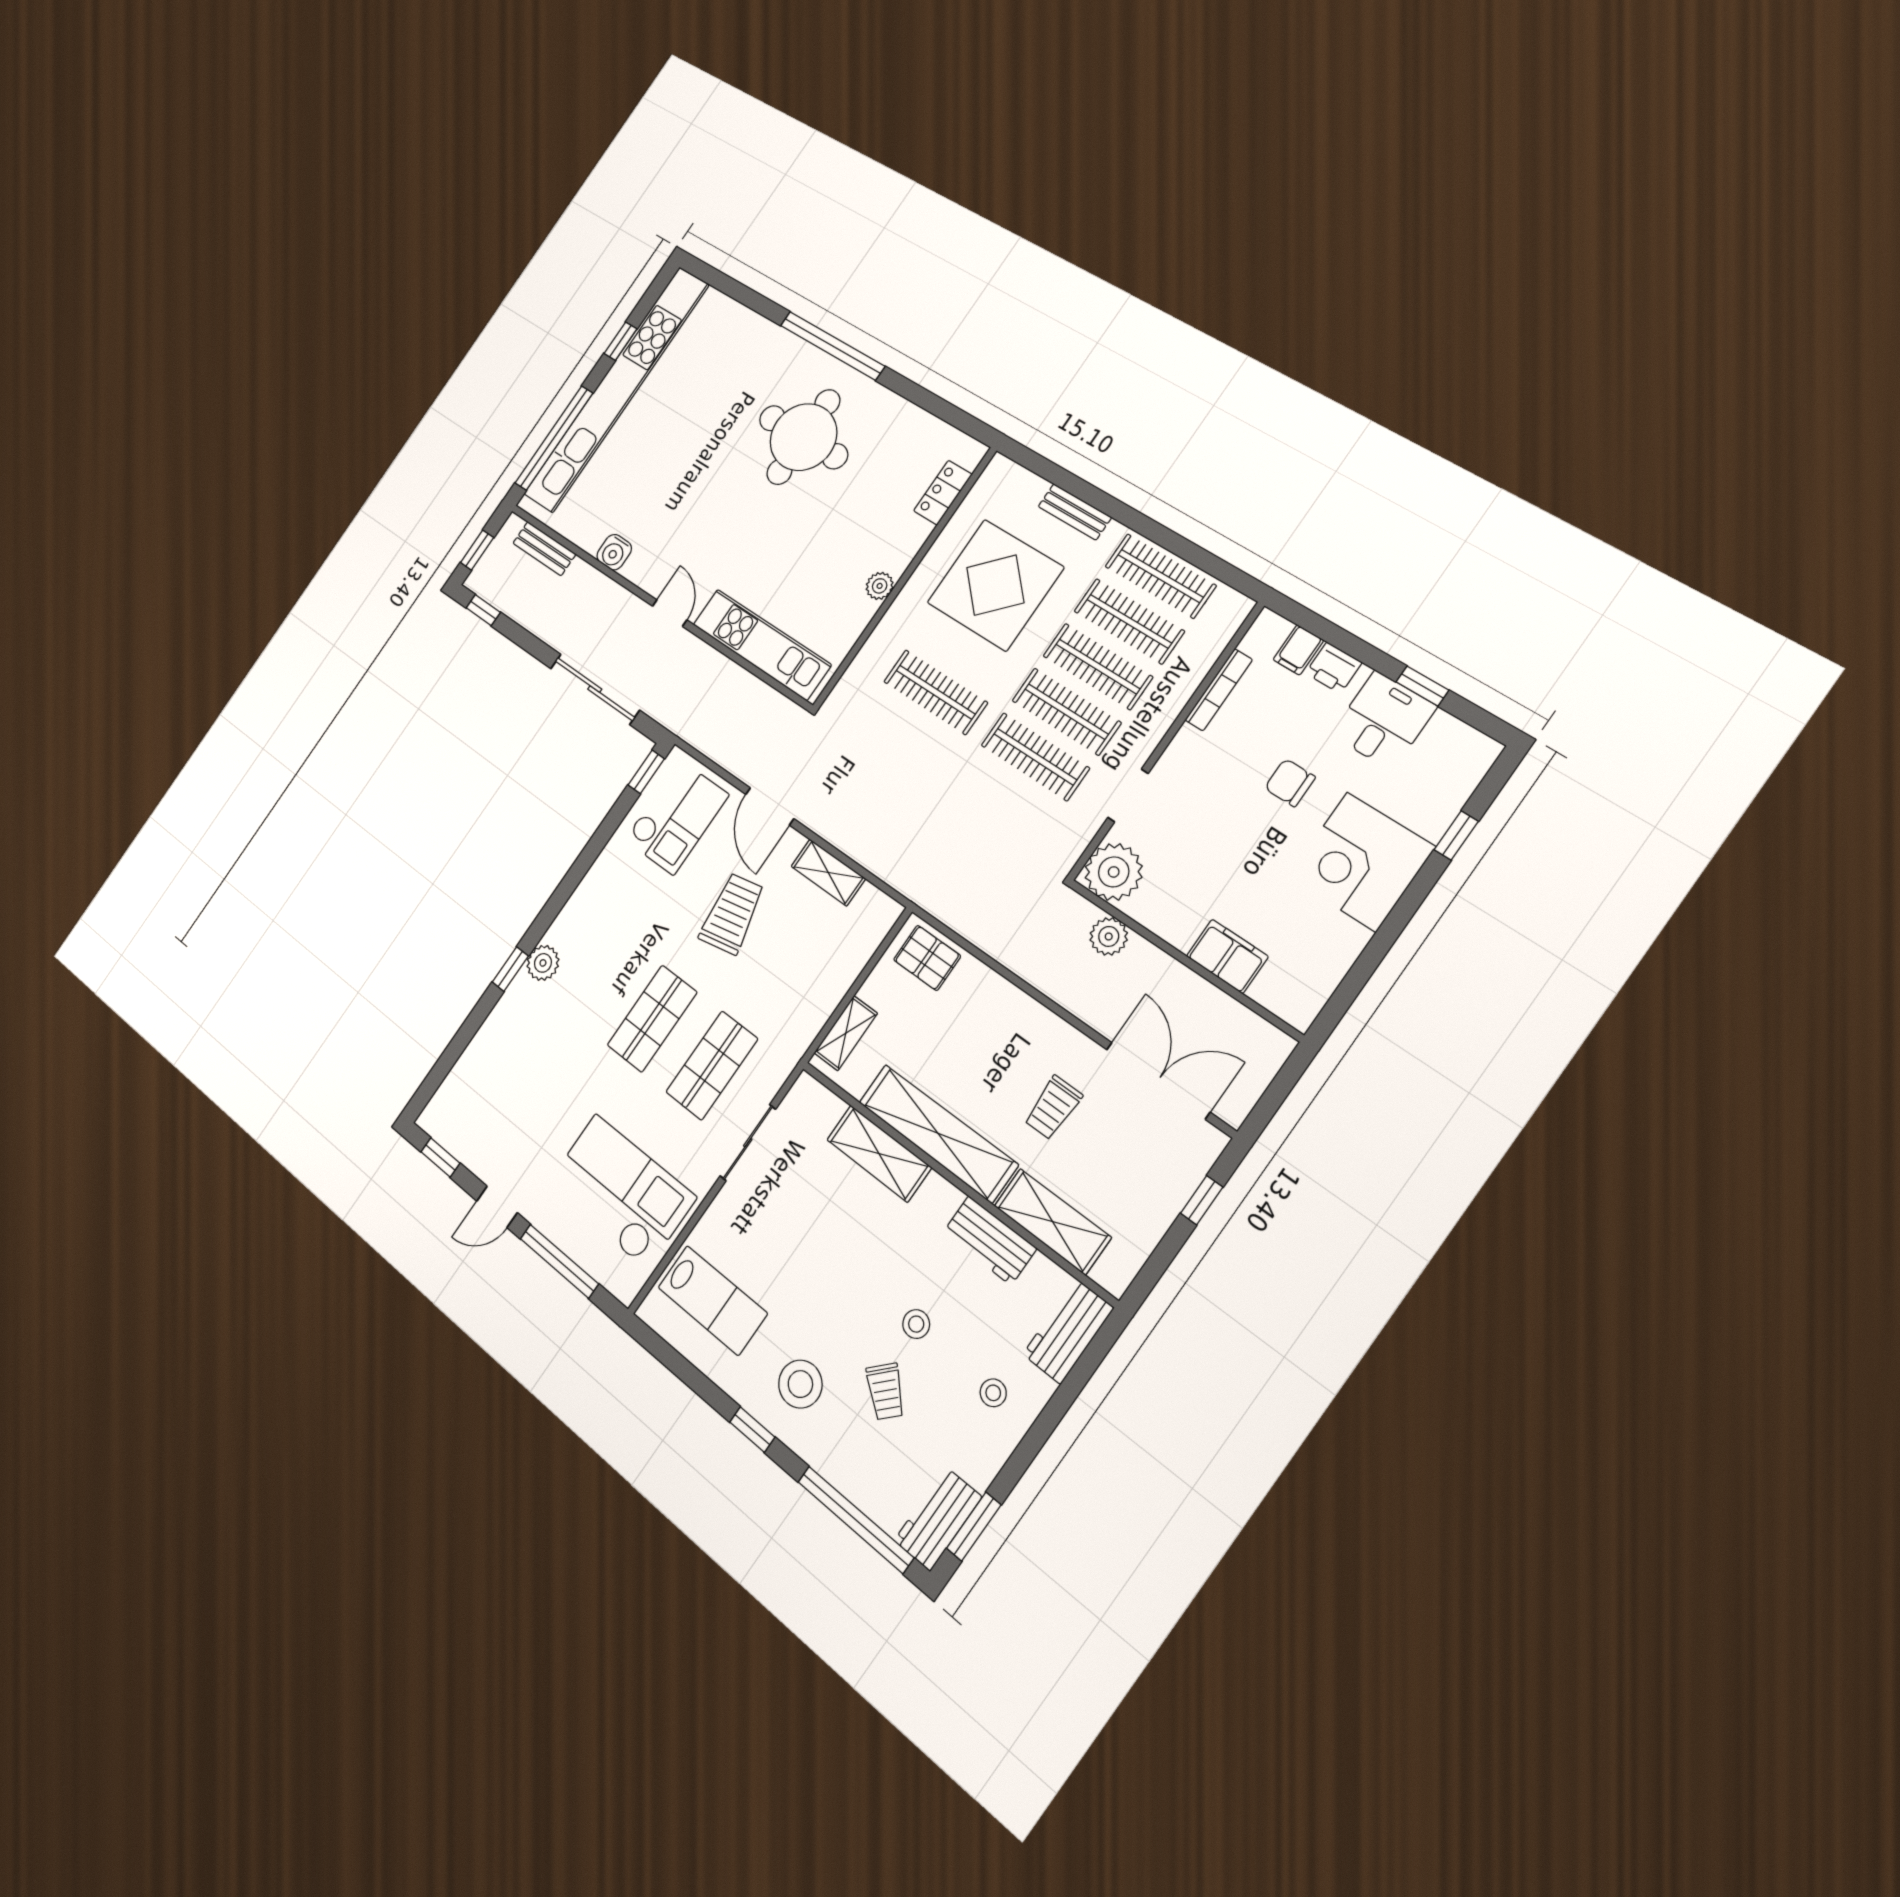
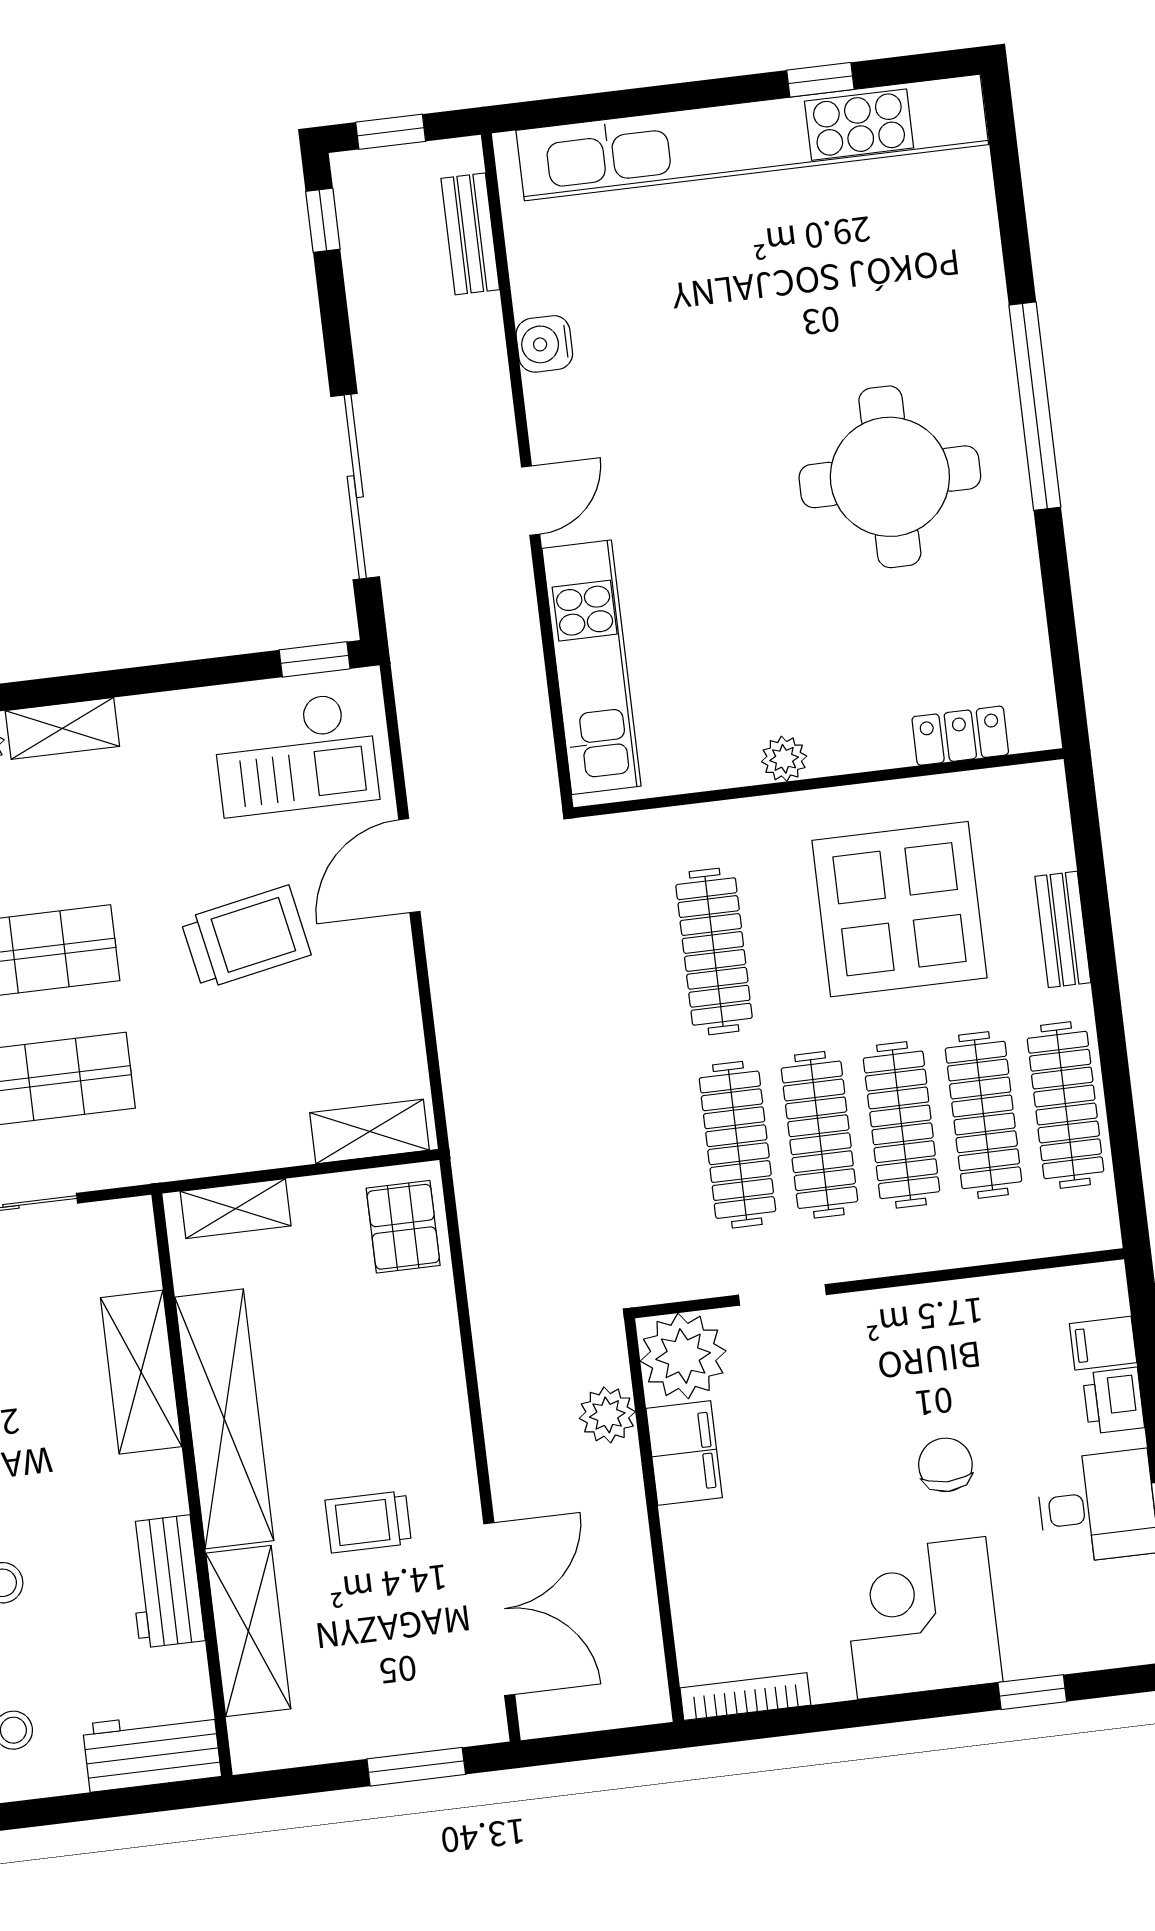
window: (554, 438) -> (621, 104), removed
bookcase: (1219, 690) -> (745, 1697), moved, turned 180
shelving: (828, 873) -> (370, 1131), moved, turned 90
shelving: (572, 916) -> (62, 728), added
filing cabinet: (1227, 956) -> (684, 1453), moved
window: (1202, 1200) -> (416, 1767), width x1.50

